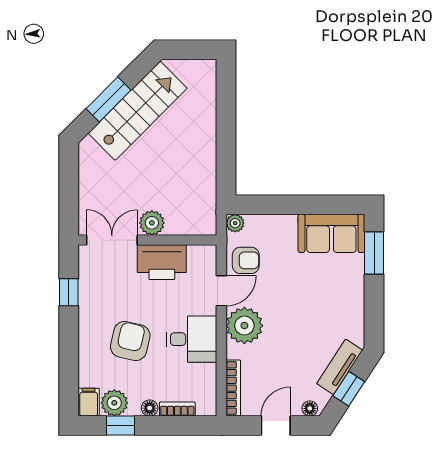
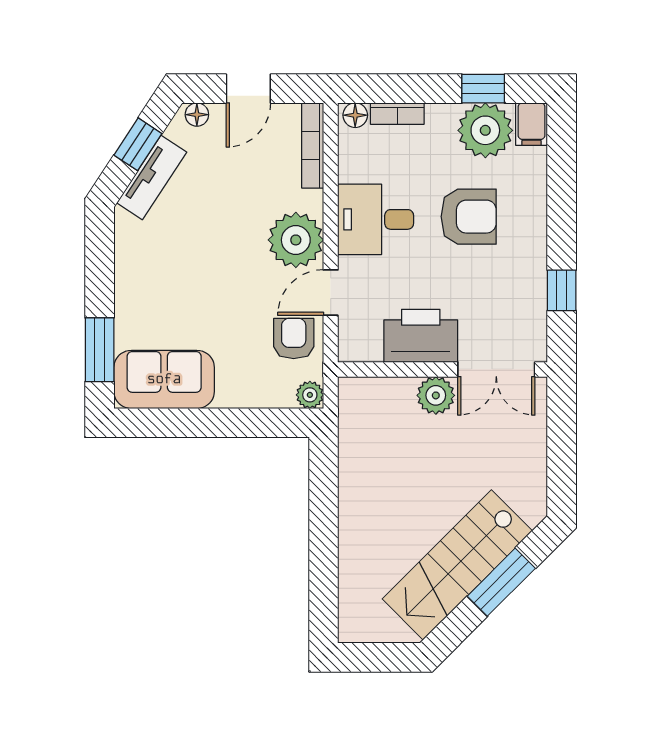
armchair: (246, 260) -> (294, 339), turned 90
armchair: (130, 341) -> (469, 217), turned -103
plant: (114, 403) -> (485, 130), width x1.36, depth x1.36
floor lamp: (150, 408) -> (355, 115), moved

